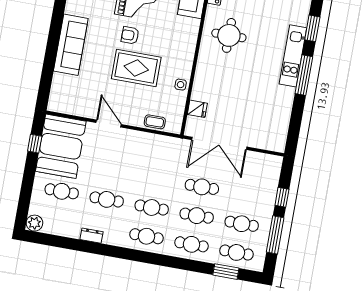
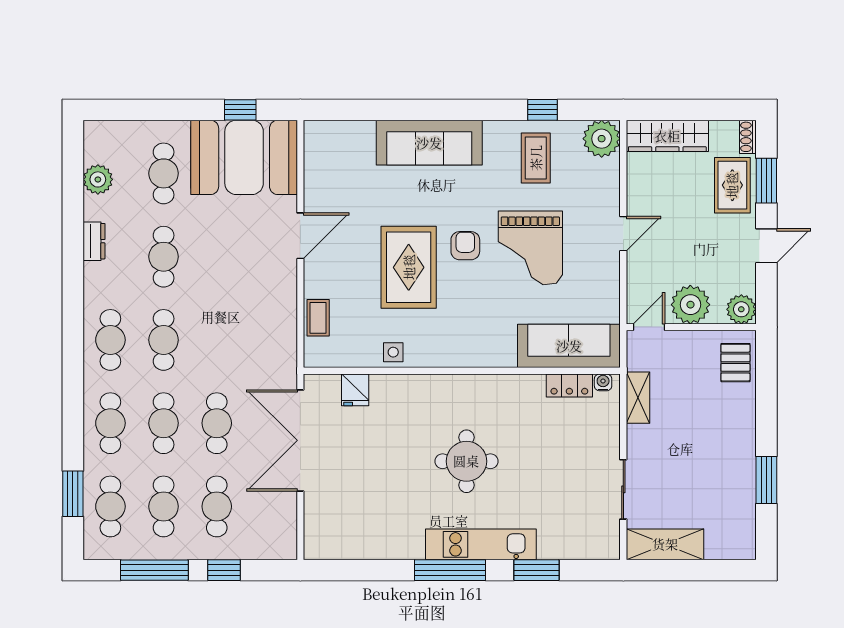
round table: (229, 35) -> (466, 461), moved
cafe table: (247, 195) -> (217, 506), added
plant: (34, 223) -> (98, 179), moved

